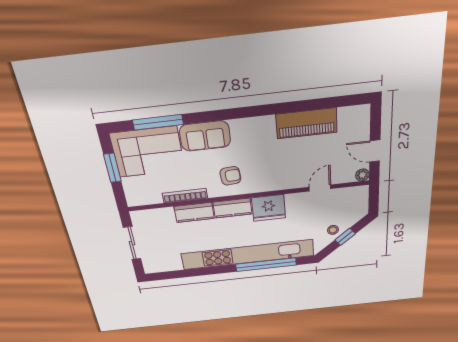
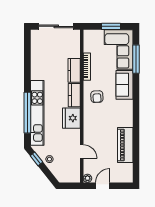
window: (345, 237) -> (36, 159), moved
sliding door: (132, 243) -> (56, 26), width x1.37
kitchen unit: (248, 255) -> (37, 113), width x0.73

